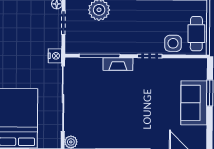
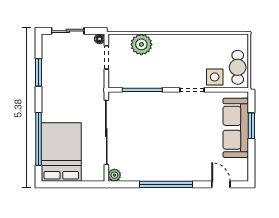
nightstand: (55, 56) -> (98, 90), removed
fireplace: (118, 64) -> (160, 98), removed
sofa: (194, 103) -> (236, 128), width x1.36

